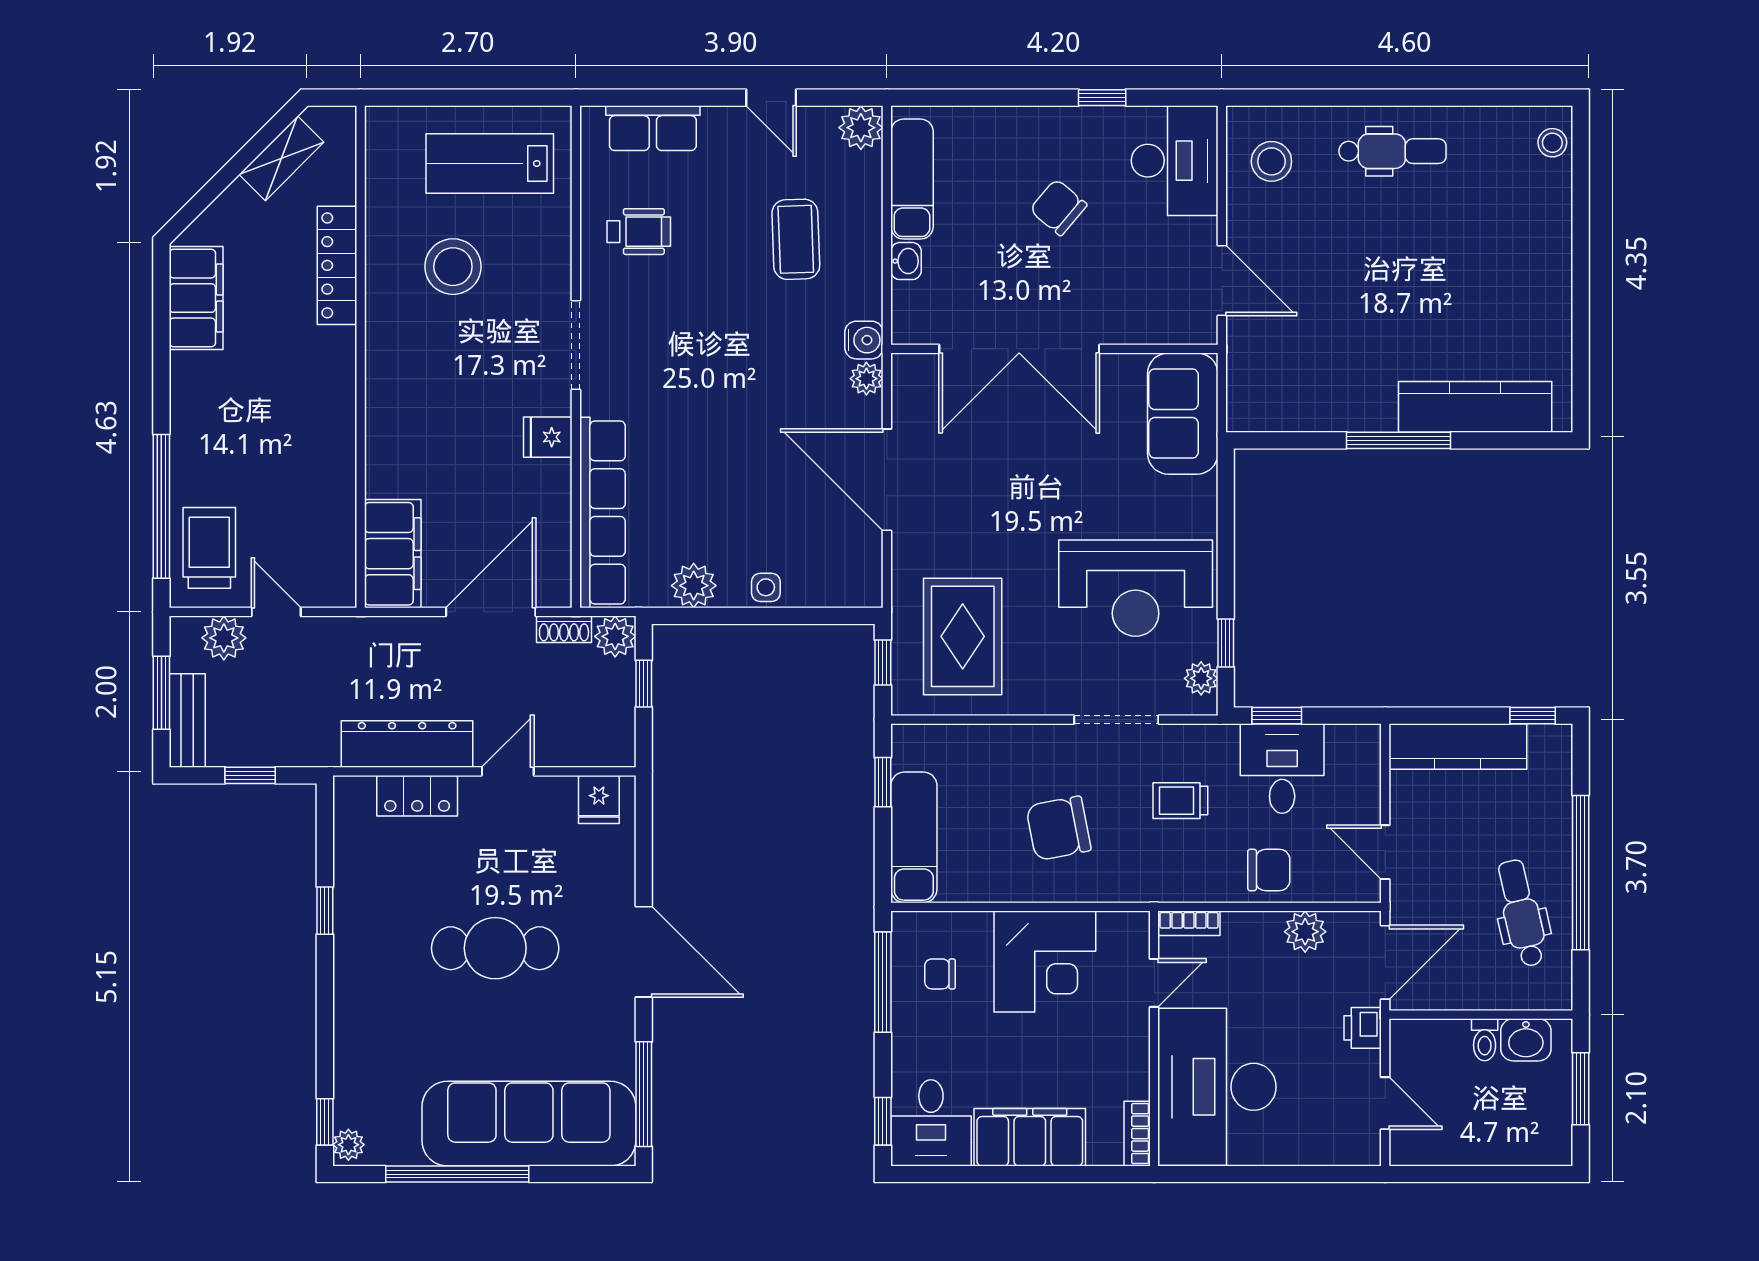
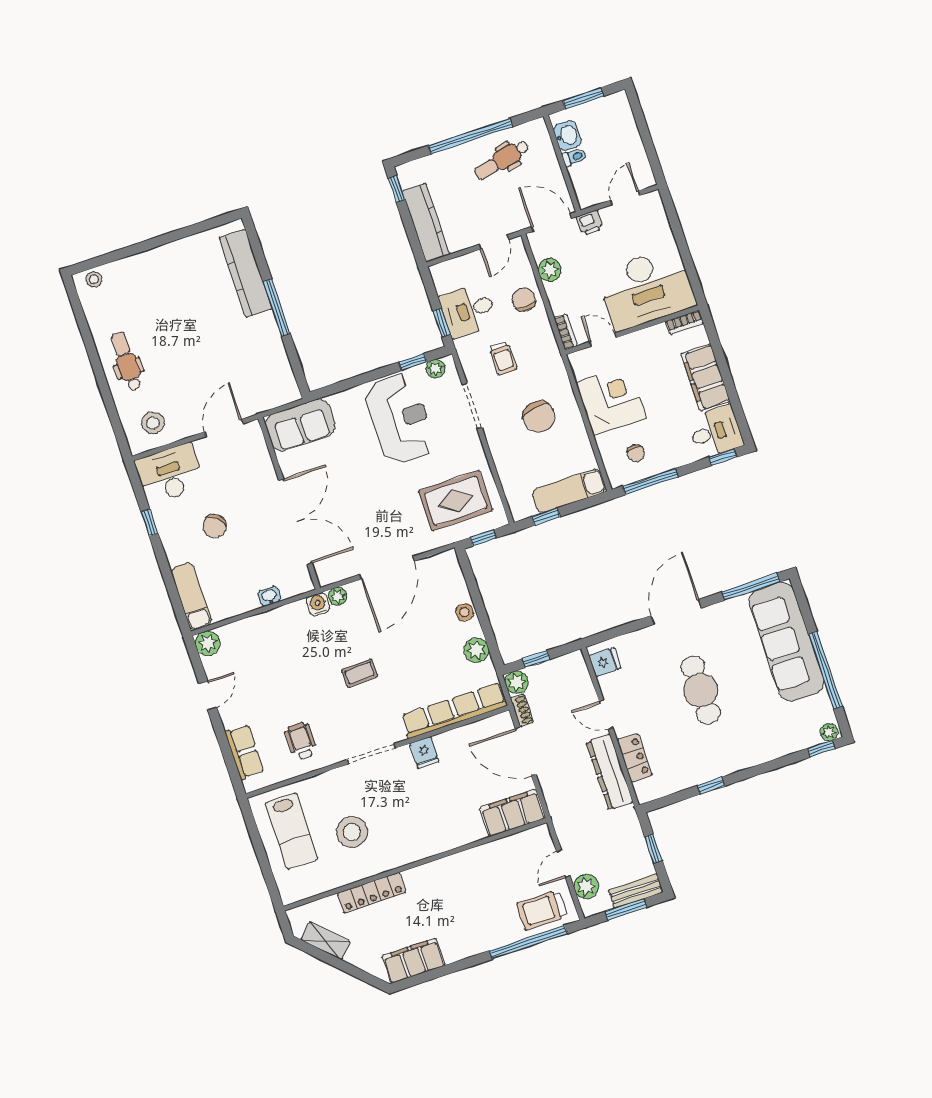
exam couch: (912, 179) -> (191, 596), moved, turned 90
coffee table: (796, 239) -> (360, 673), moved, width x0.73, depth x0.77

